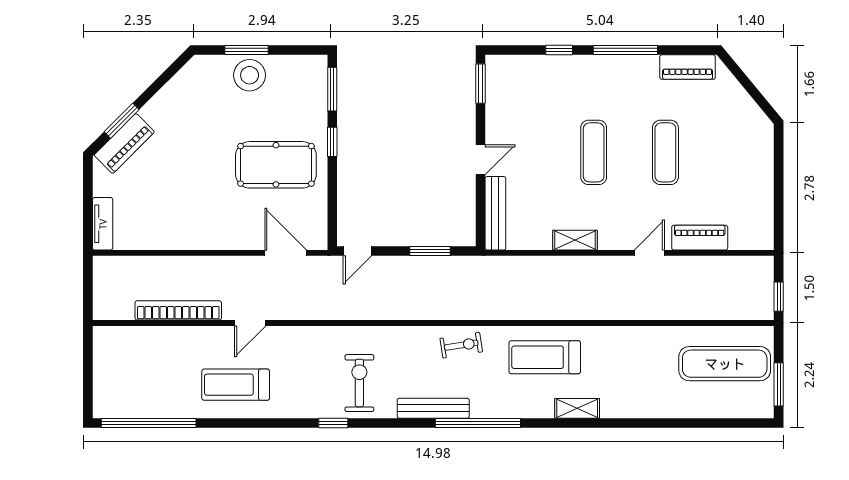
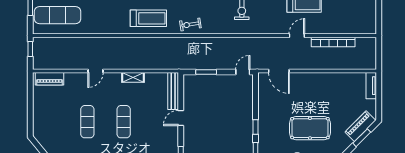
pool table: (276, 165) -> (310, 128), moved
piano: (700, 238) -> (50, 79), moved

